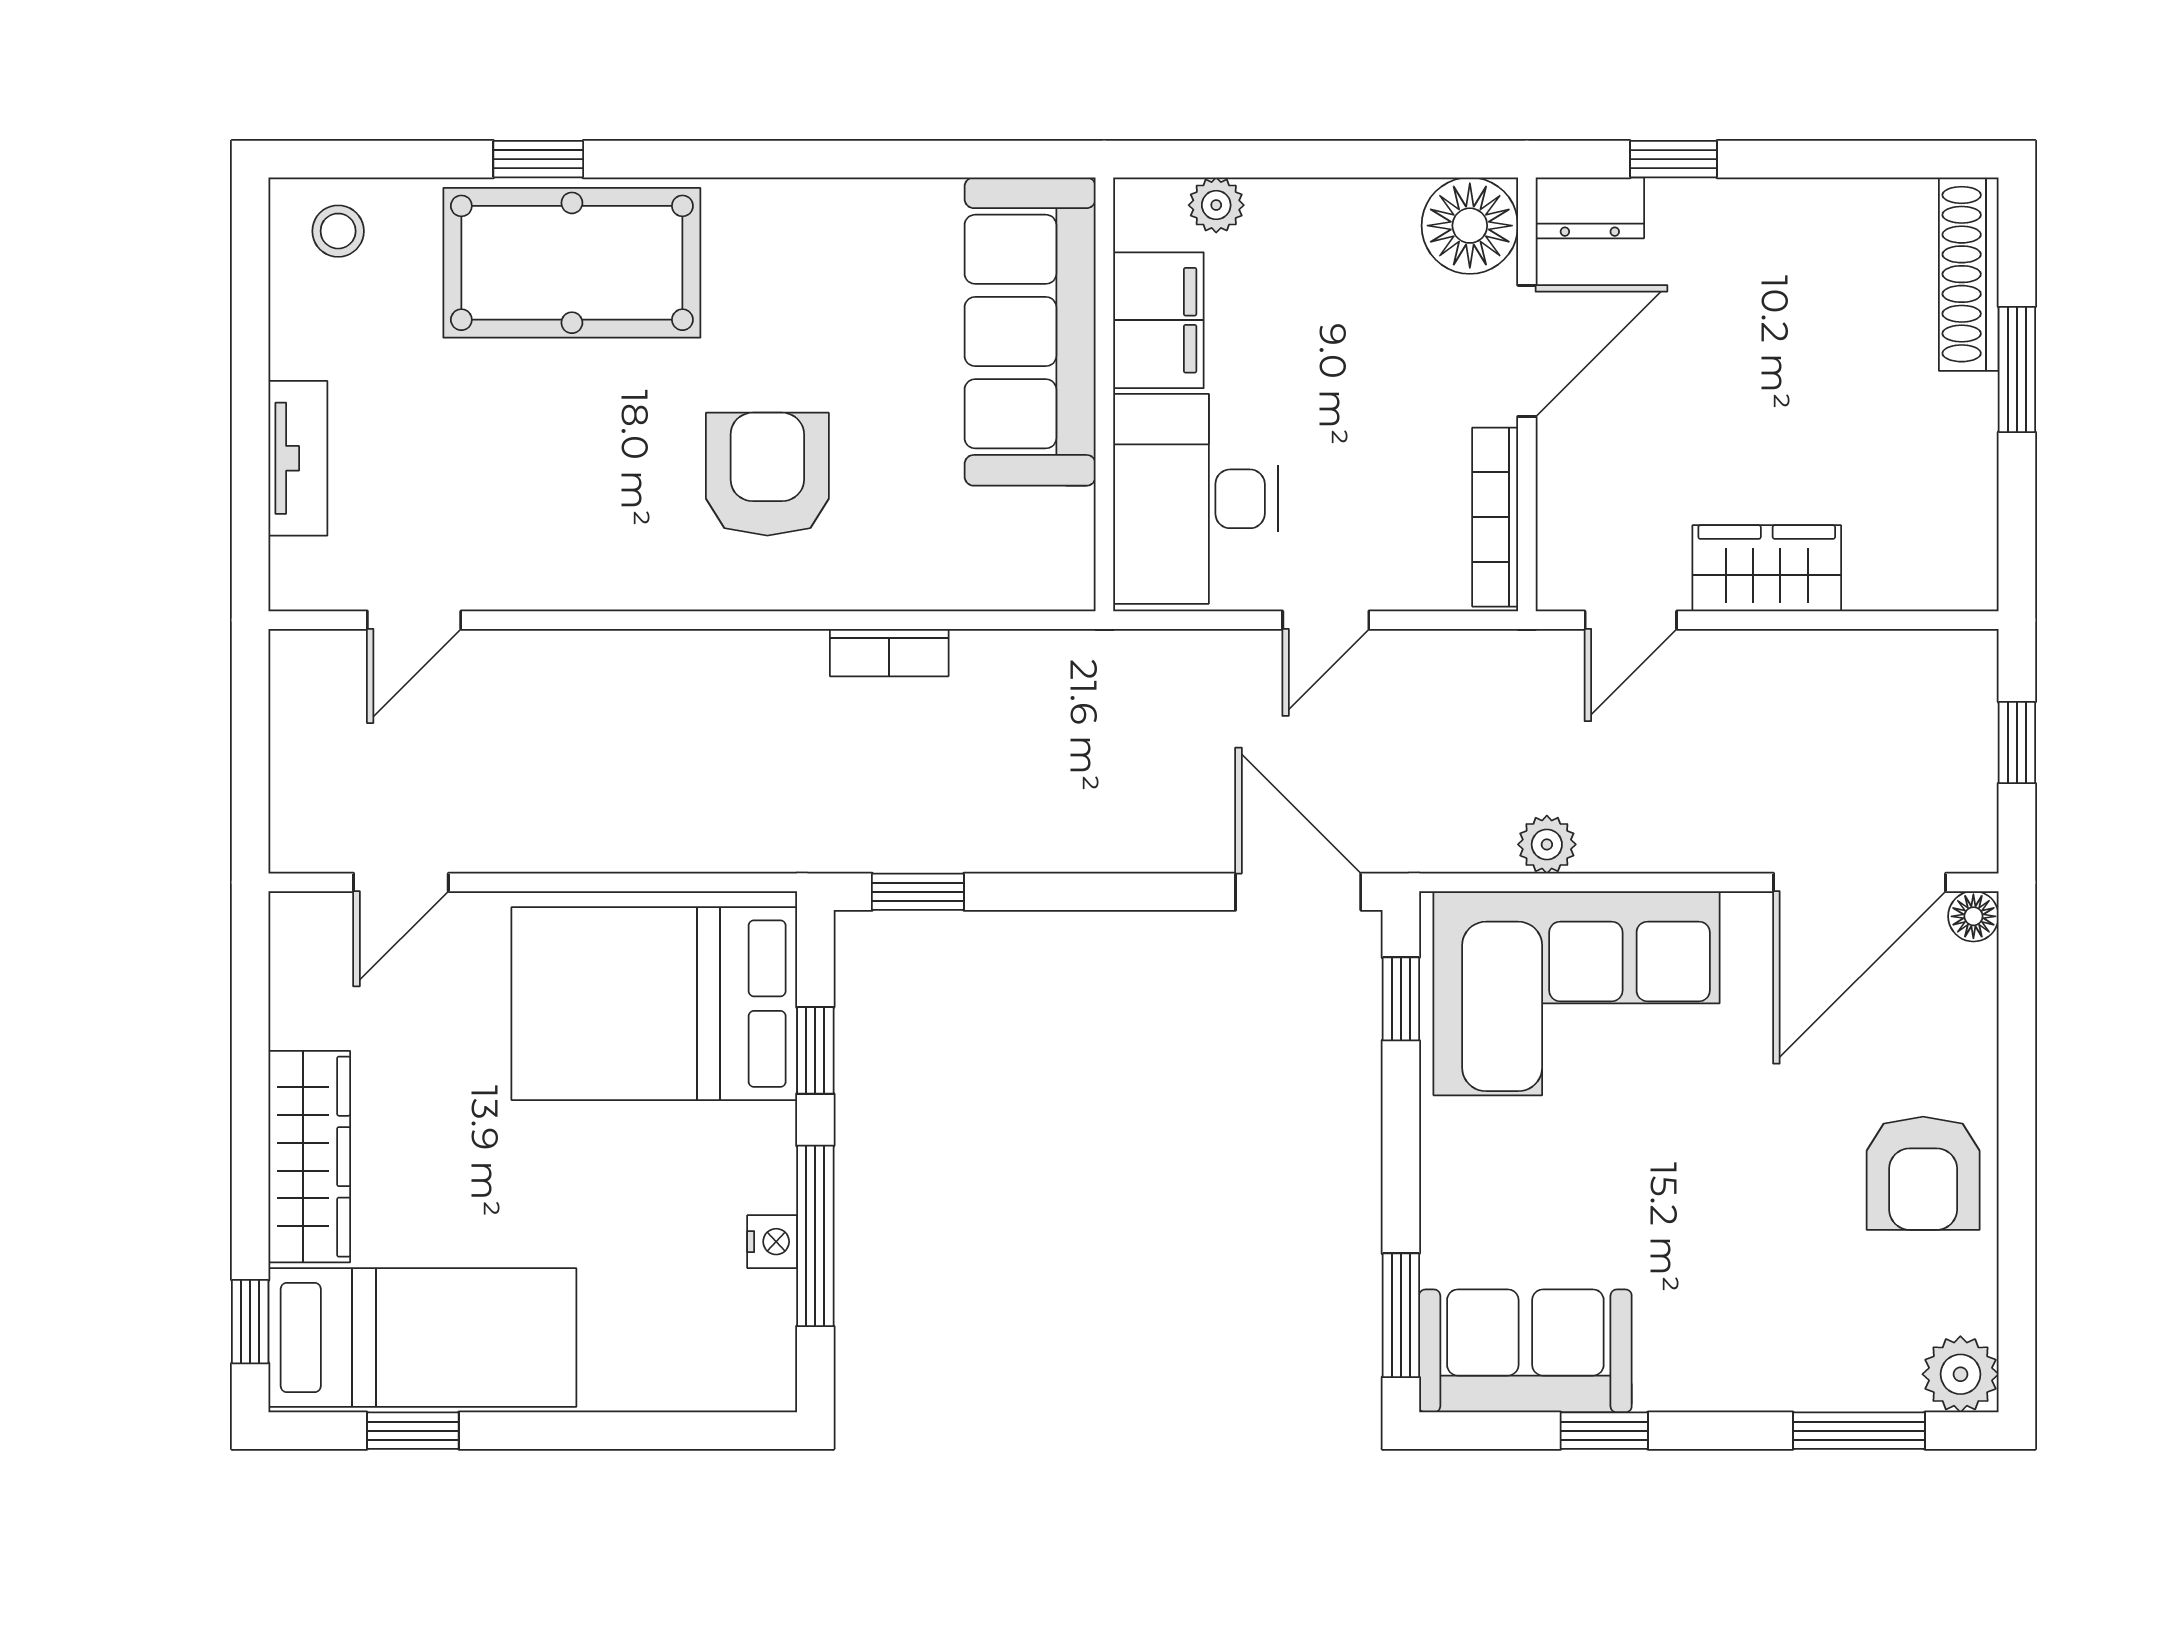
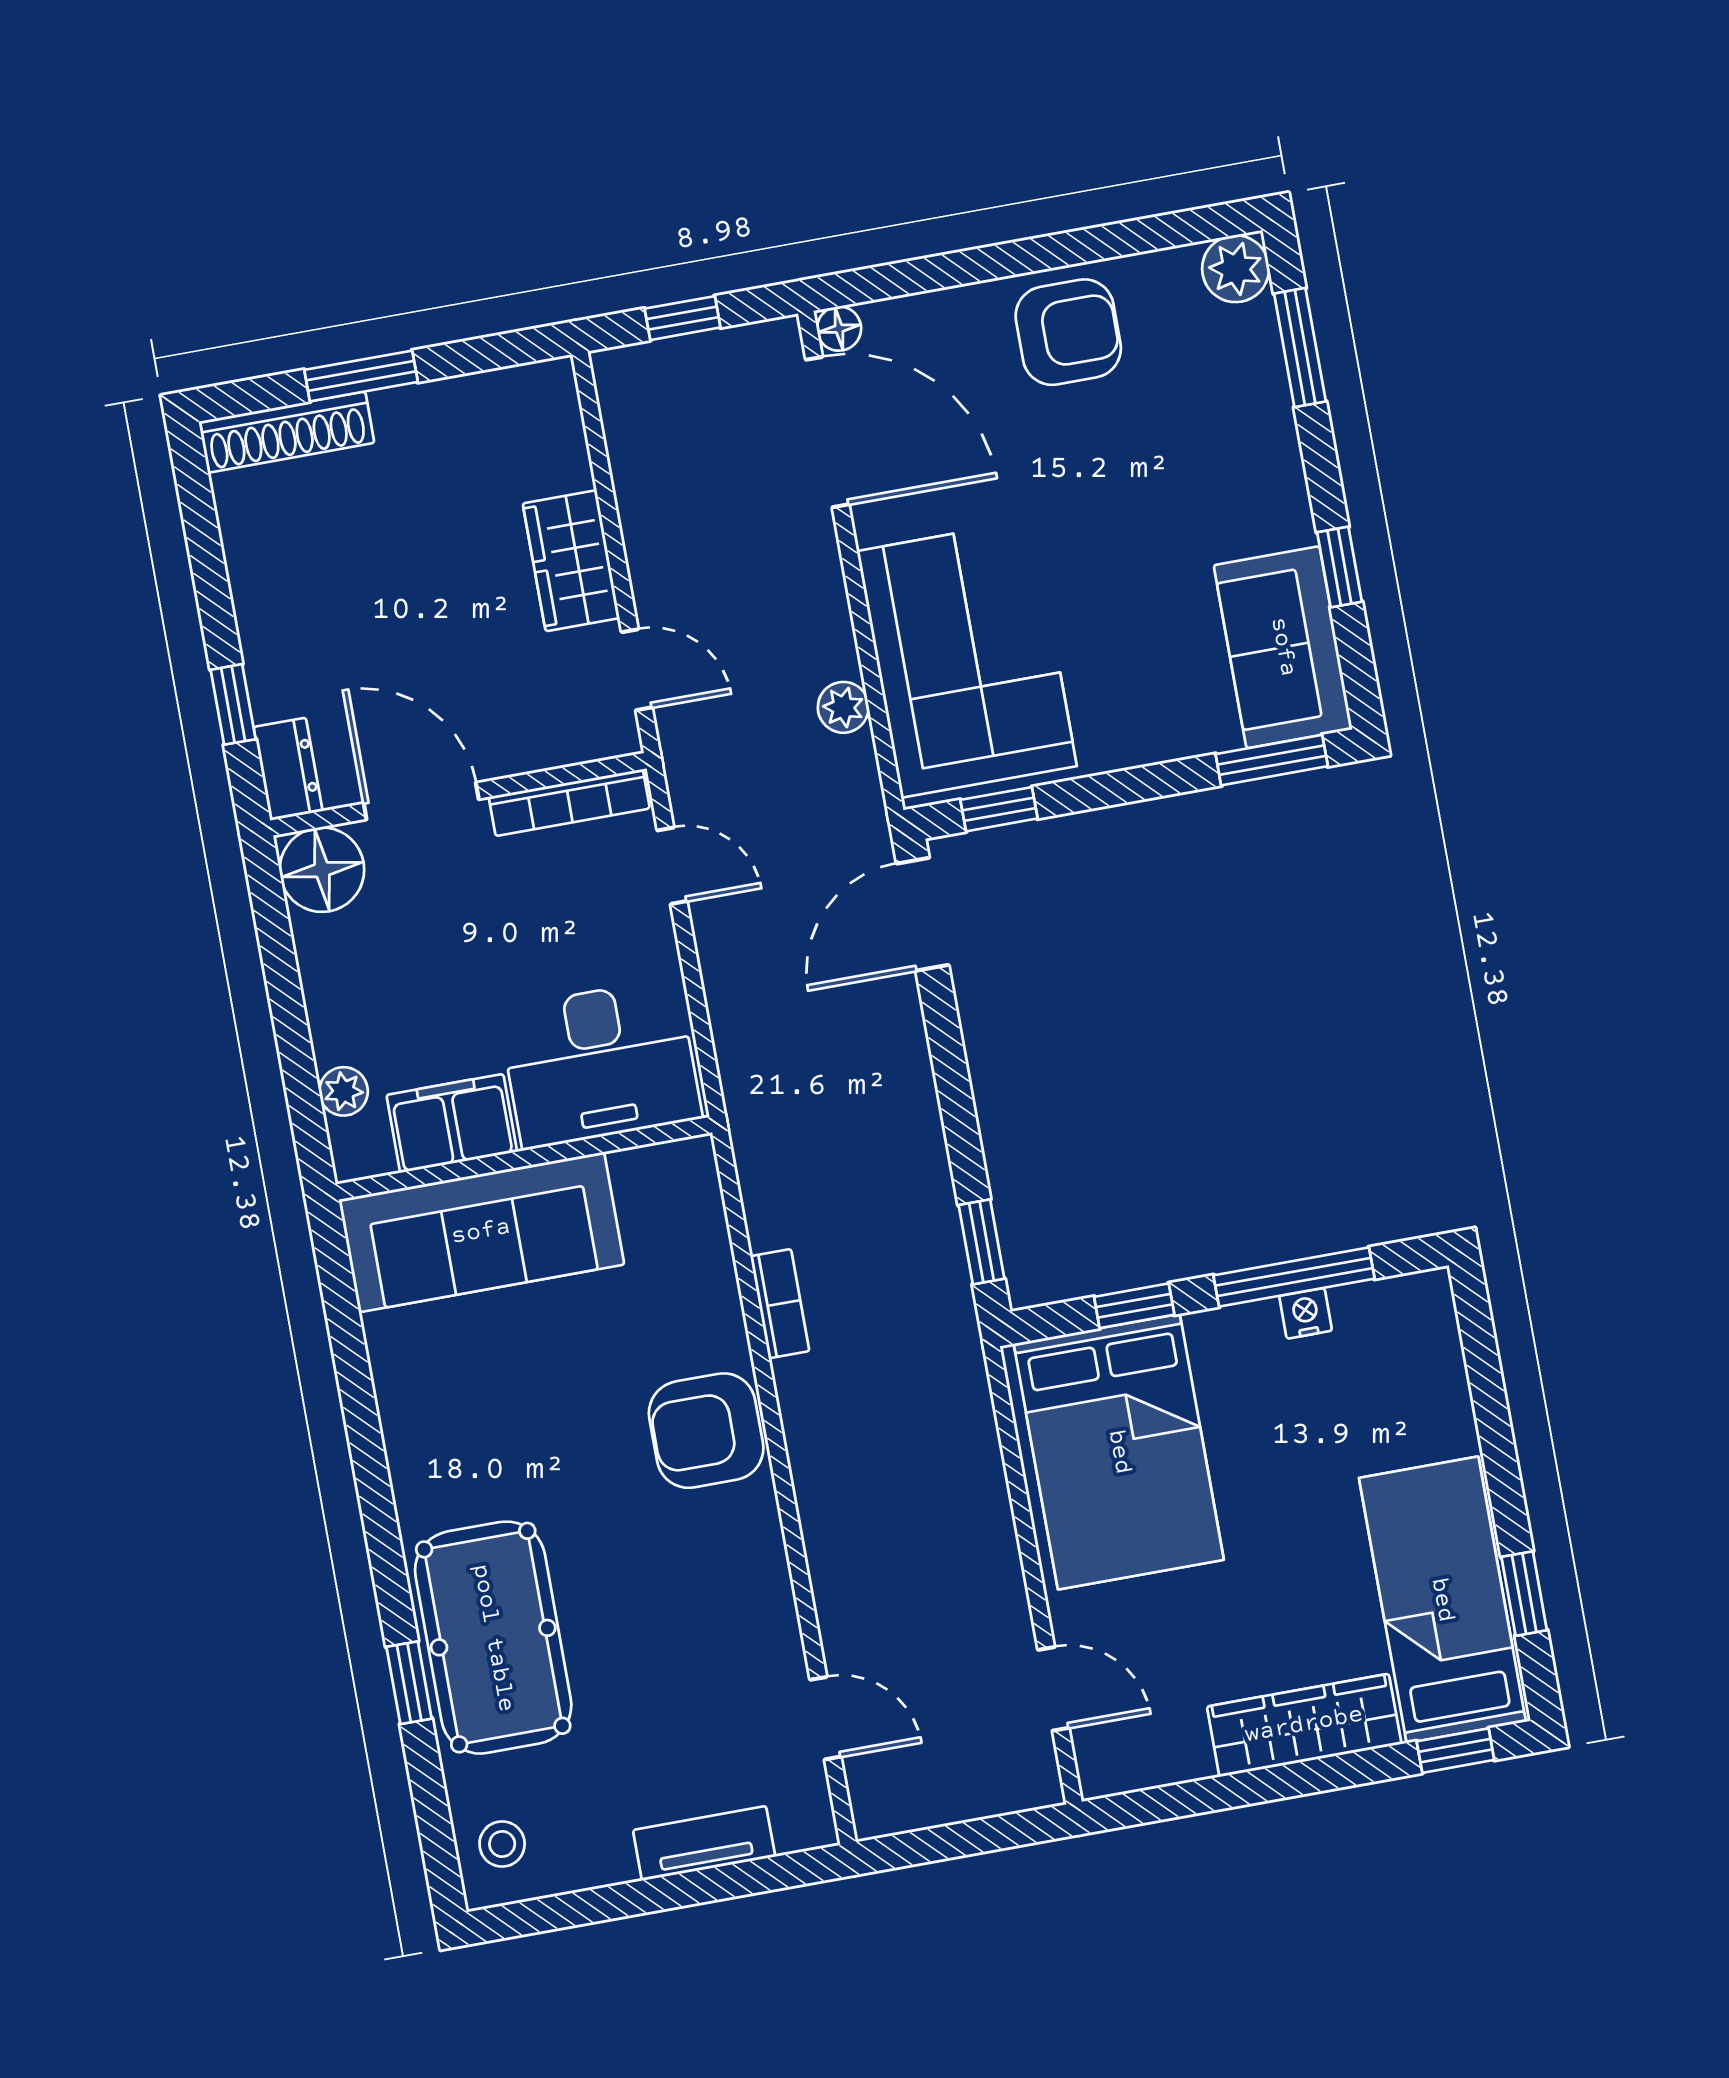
armchair: (767, 474) -> (706, 1431), moved
door: (1326, 620) -> (672, 866), moved

